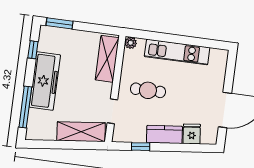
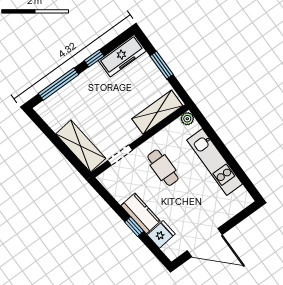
window: (59, 23) -> (162, 65), moved
window: (33, 50) -> (94, 58), moved
freezer: (45, 81) -> (122, 56), moved, width x0.73, depth x0.79
window: (141, 147) -> (134, 227), moved

